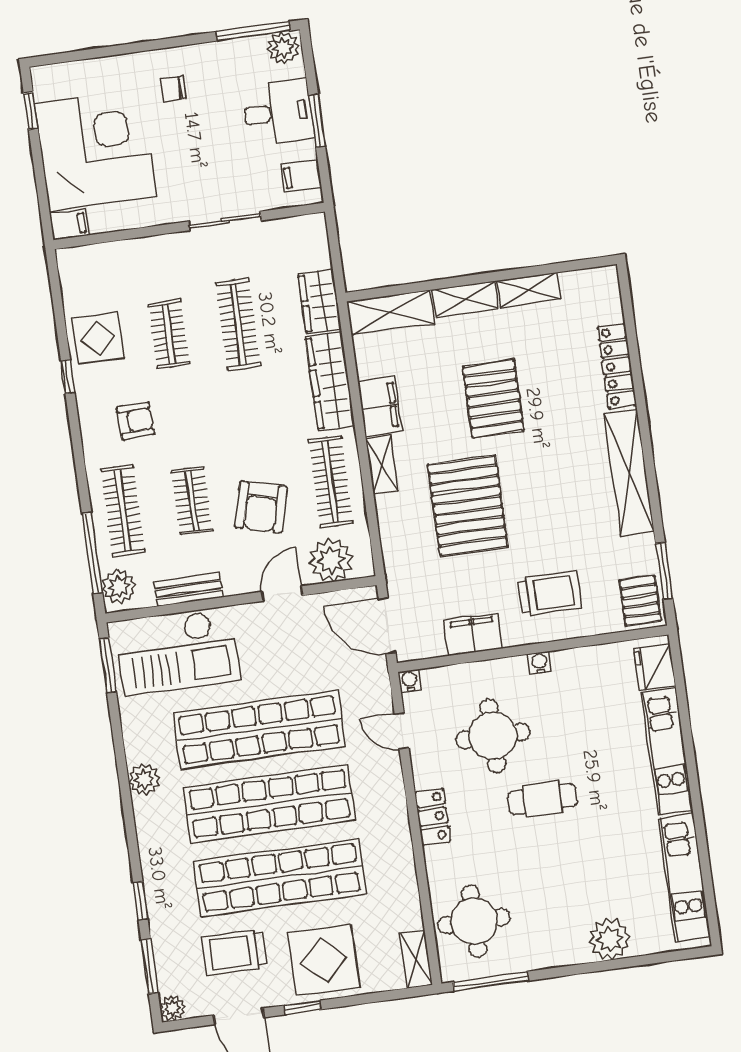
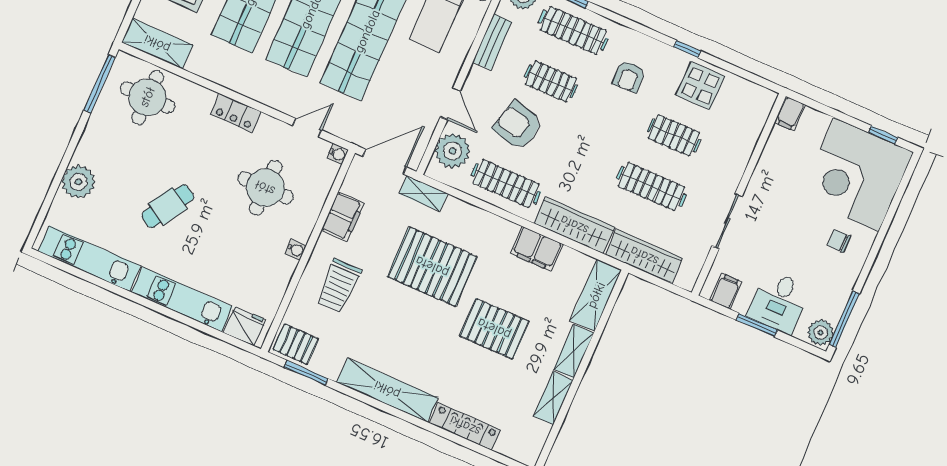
chair: (173, 88) -> (839, 241), turned -90
corner desk: (96, 150) -> (857, 175), moved, turned 90
wardrobe: (320, 302) -> (644, 256), width x1.50
shelving: (382, 465) -> (423, 194), moved
cafe table: (542, 799) -> (168, 206), moved, turned 31
shelving: (416, 959) -> (157, 44), width x1.50, depth x1.33

